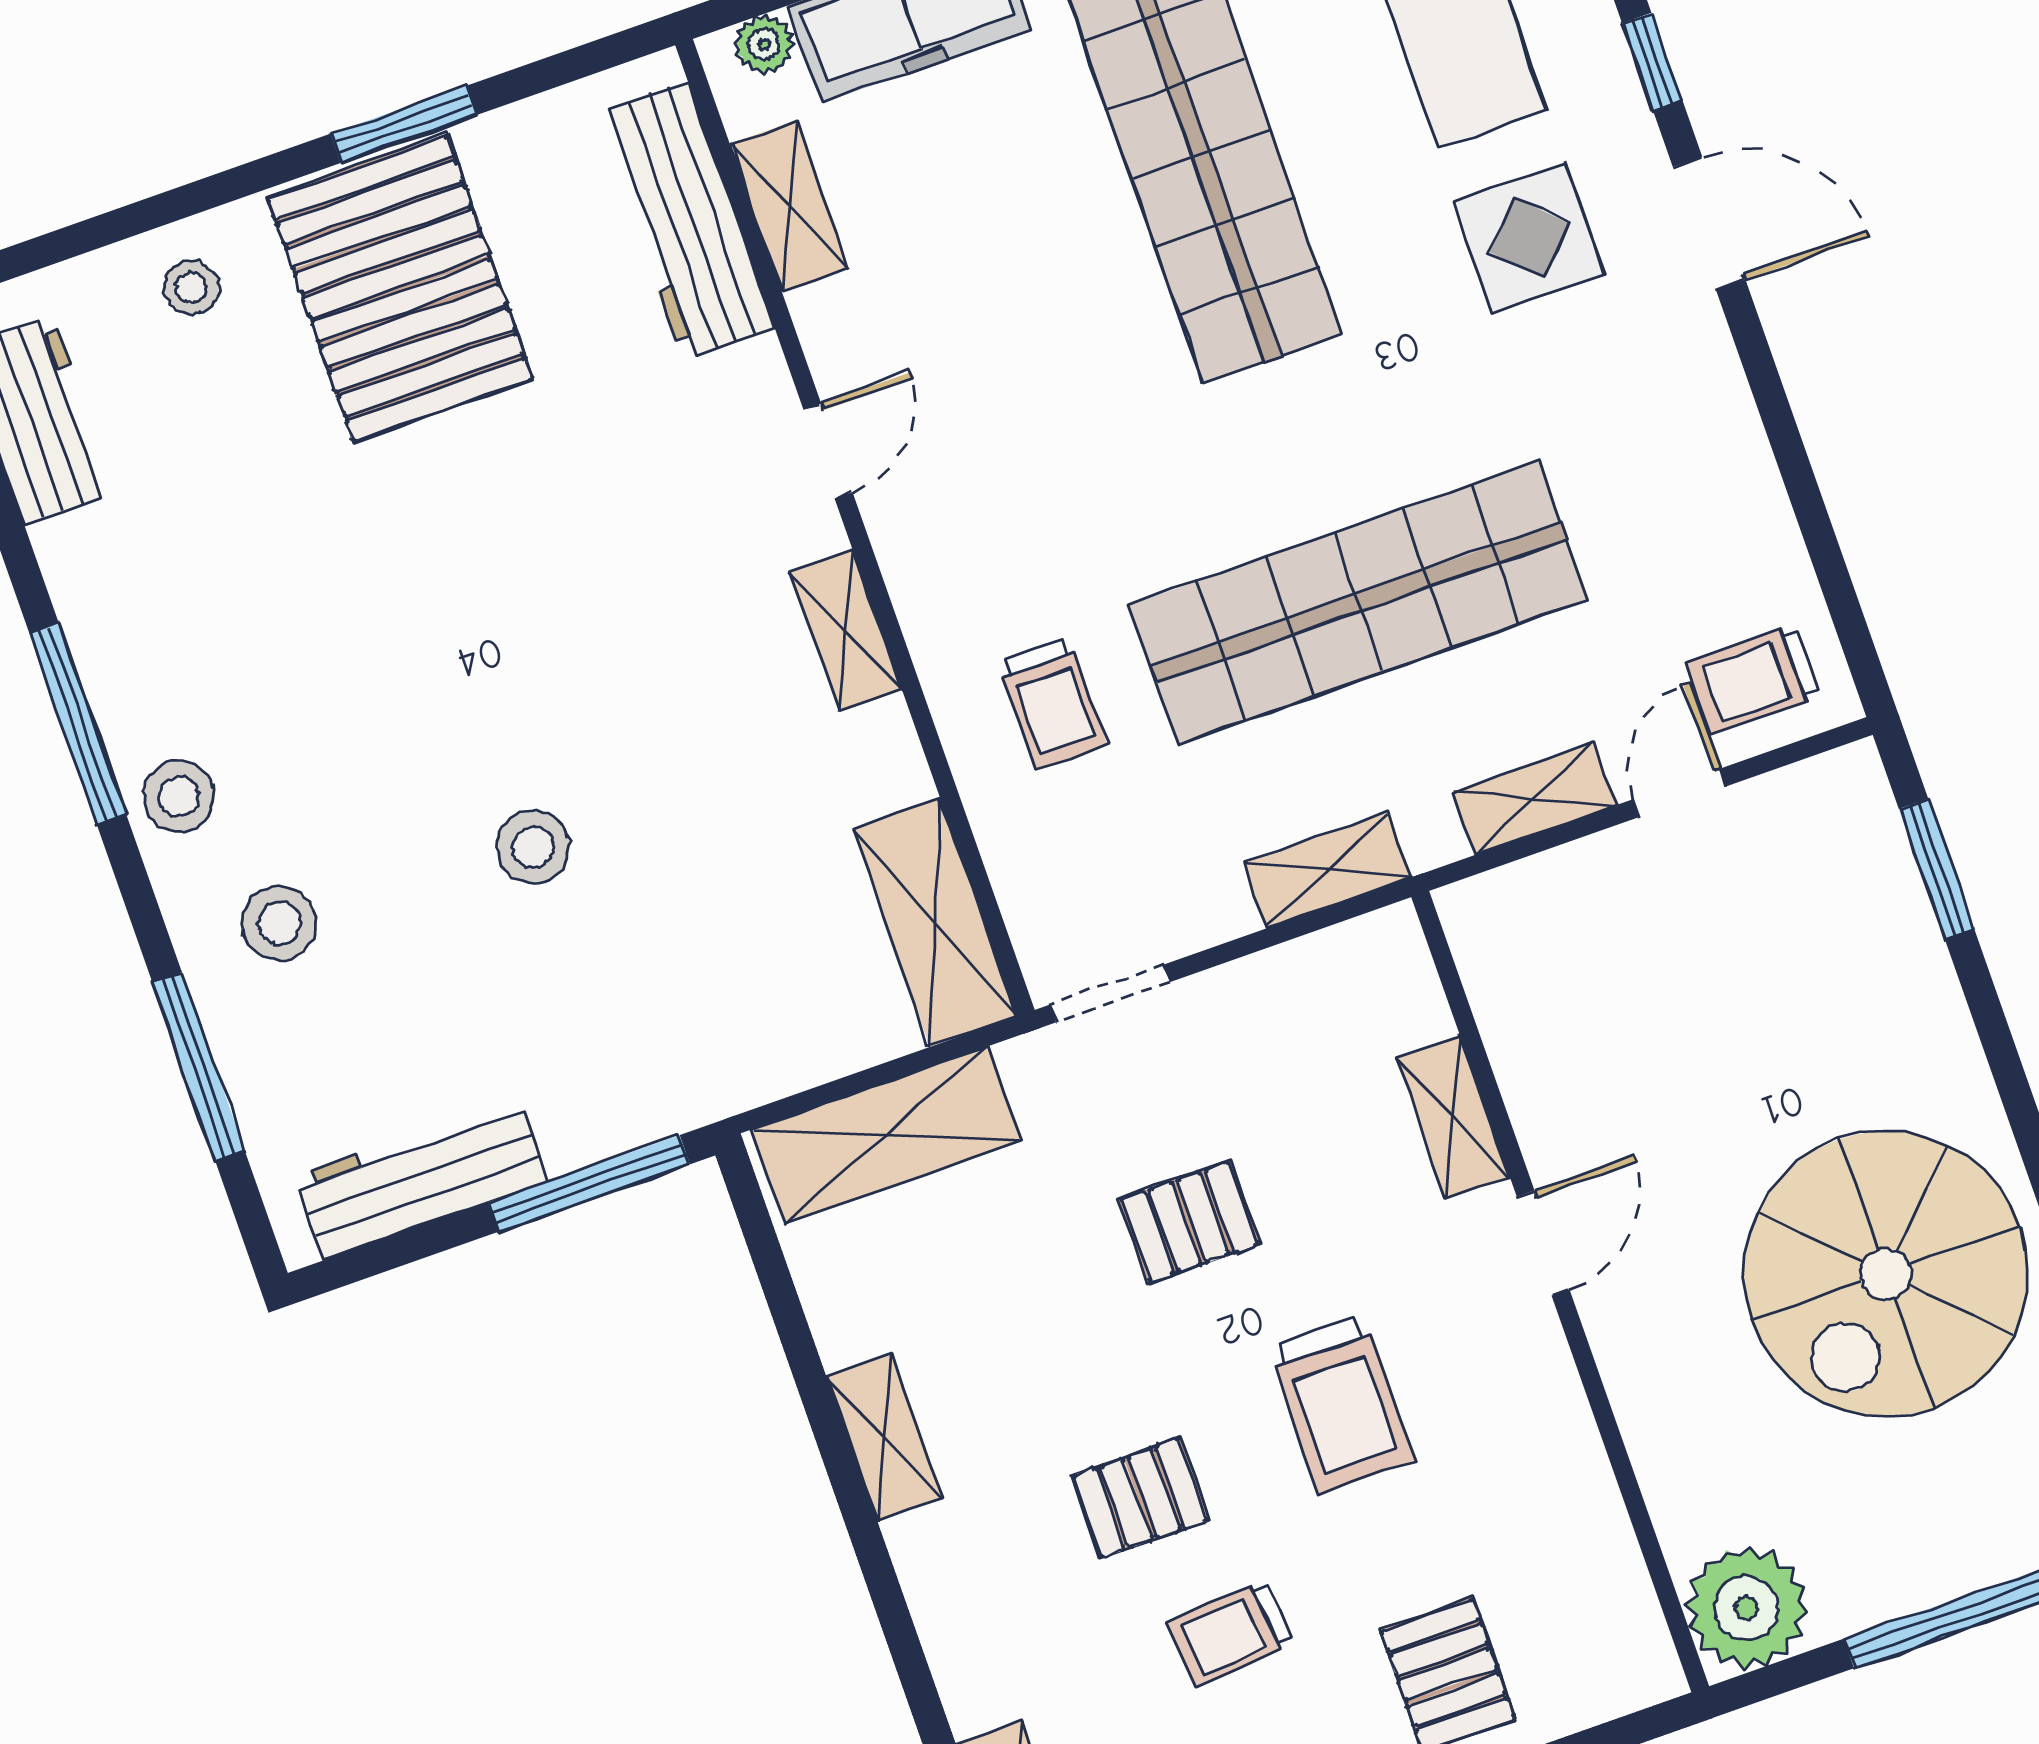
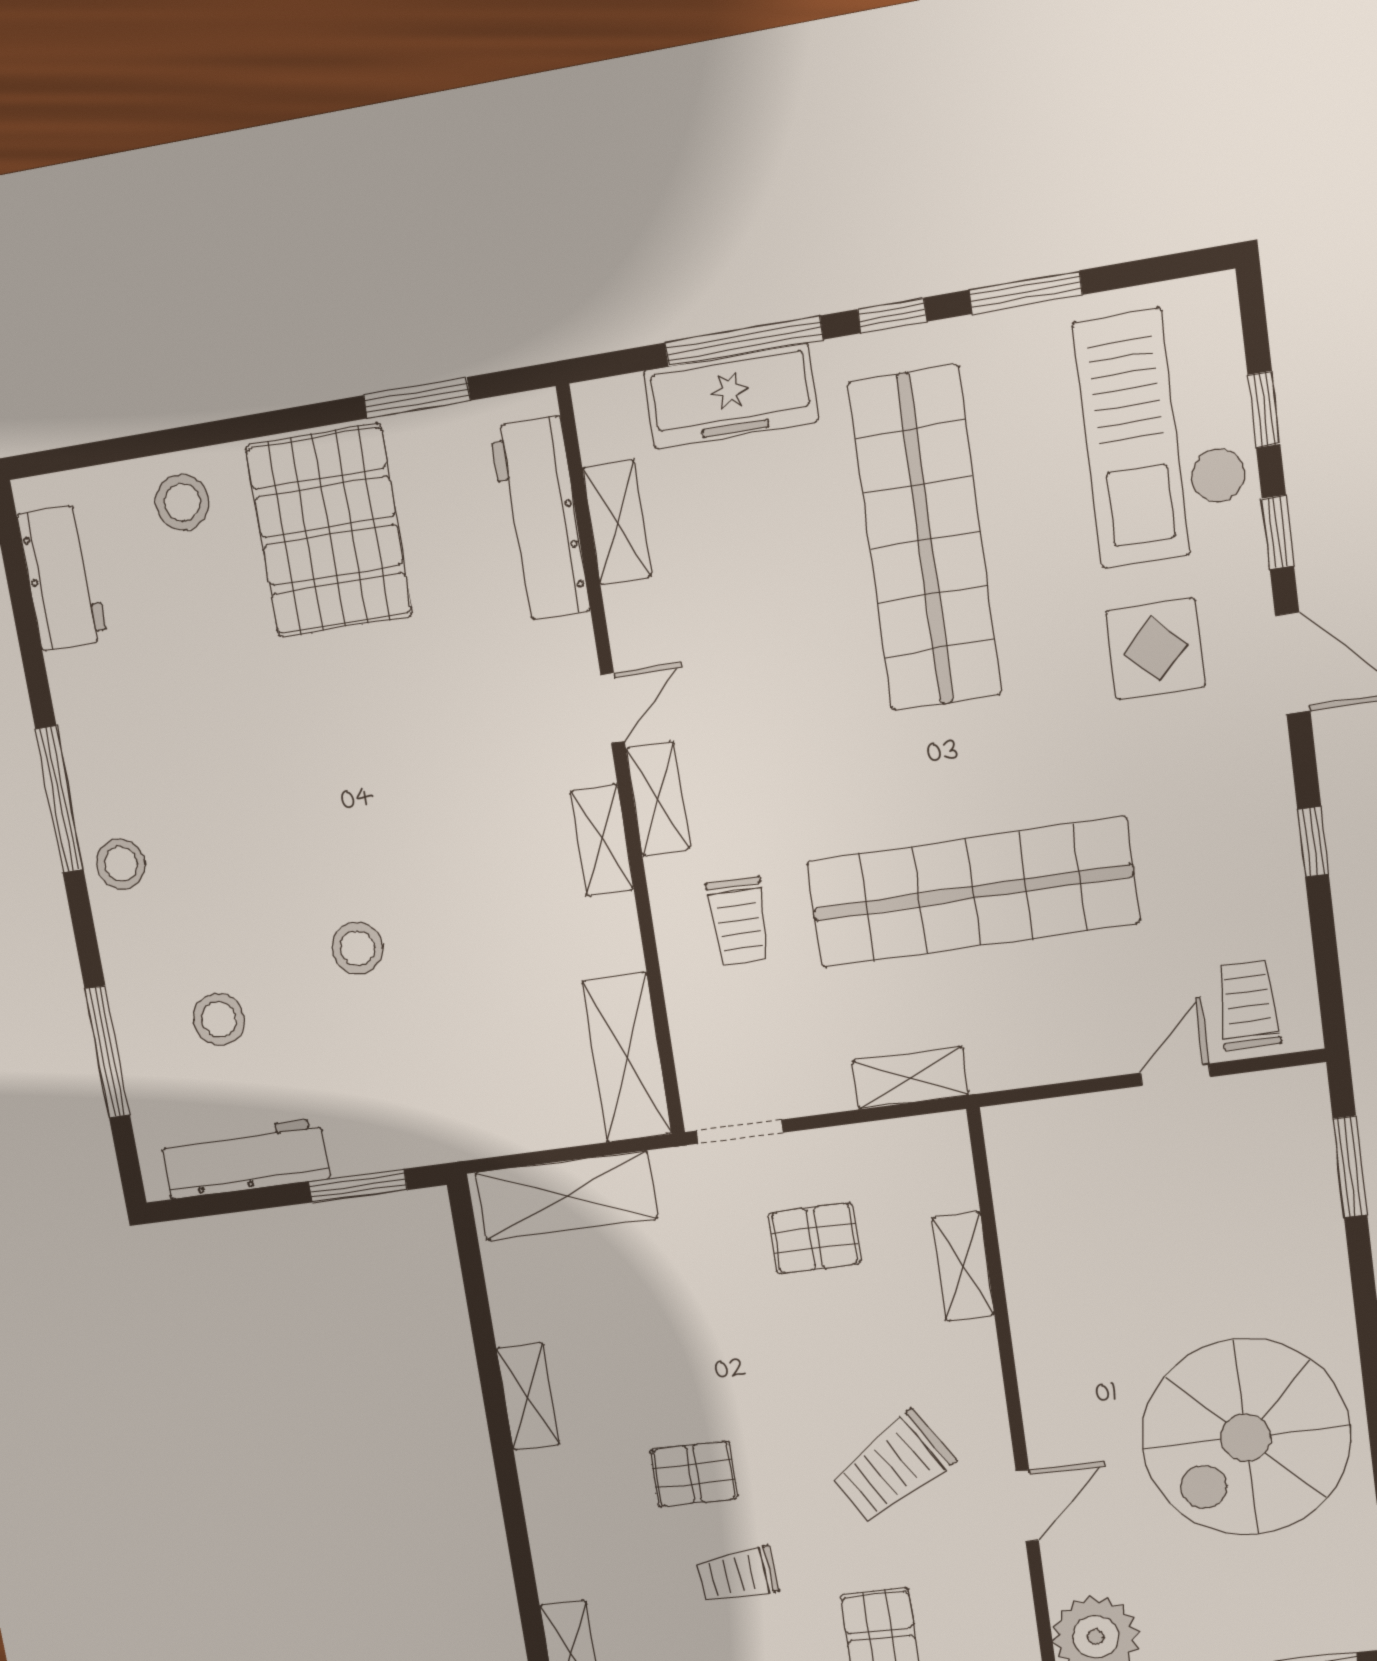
plant: (764, 45) -> (620, 397), removed
window: (404, 124) -> (417, 398), moved
stool: (192, 288) -> (182, 502), width x1.37, depth x1.37
window: (1788, 448) -> (1313, 842), added
trolley: (1754, 679) -> (1248, 1005), turned 90
shelving: (1534, 799) -> (658, 799), moved, turned 90
stool: (279, 923) -> (219, 1019), moved
window: (589, 1183) -> (358, 1186), width x0.69
pallet: (1189, 1222) -> (814, 1238), moved
door: (1543, 1243) -> (1027, 1506), moved
trolley: (1341, 1404) -> (892, 1467), moved, turned 58

